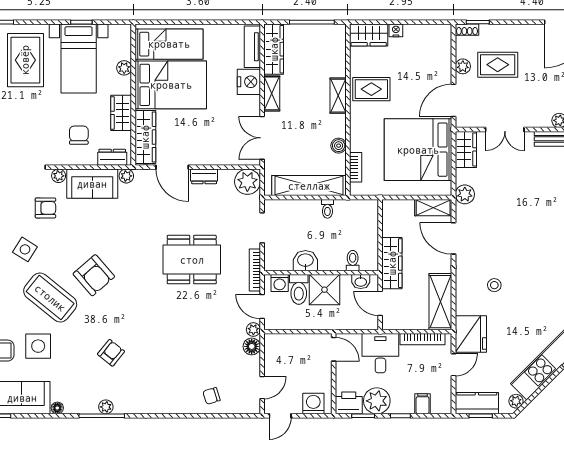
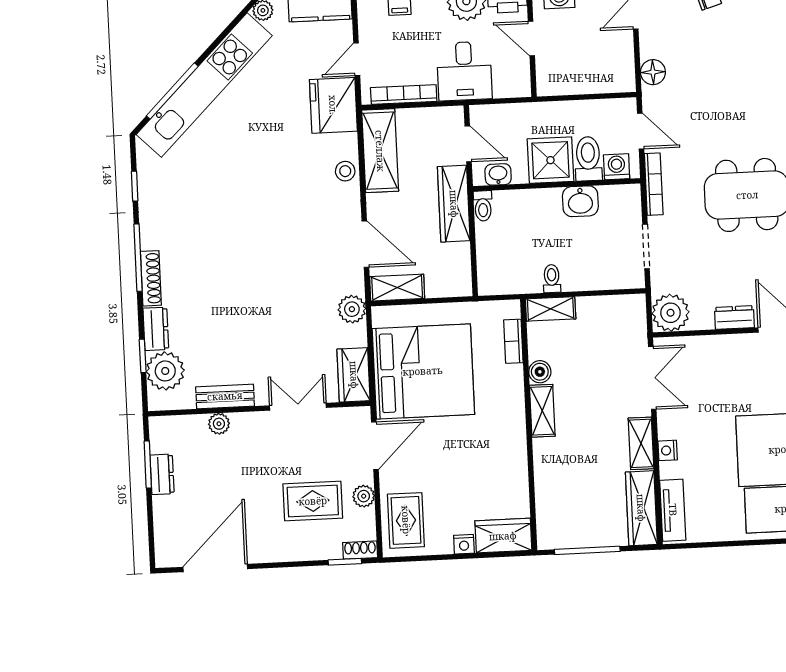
nightstand: (249, 82) -> (668, 450), width x0.53, depth x0.56
rug: (371, 89) -> (406, 520), moved, turned 90
shelving: (338, 96) -> (542, 411), moved
shelving: (309, 186) -> (551, 309), width x0.45, depth x0.75
toilet: (353, 261) -> (483, 206), moved
stool: (494, 285) -> (345, 171), moved
plant: (253, 330) -> (652, 97), removed
door: (334, 349) -> (531, 38), moved

